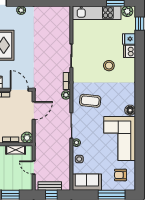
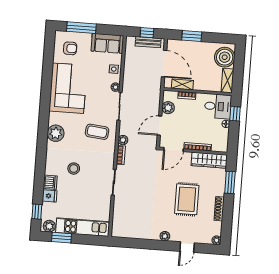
door: (19, 90) -> (173, 150), hinge flipped
plant: (128, 97) -> (56, 133), added
floor lamp: (130, 110) -> (54, 118), removed
plant: (27, 138) -> (168, 108), moved
door: (34, 167) -> (164, 64), width x1.88

